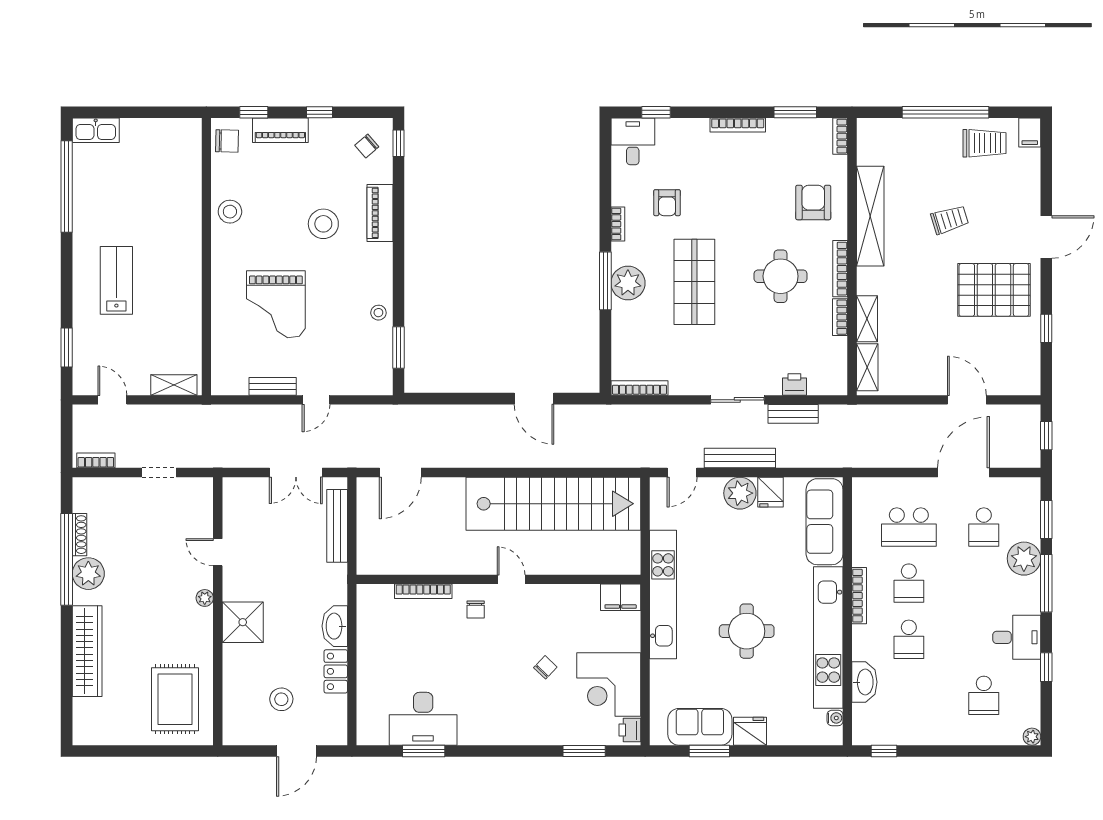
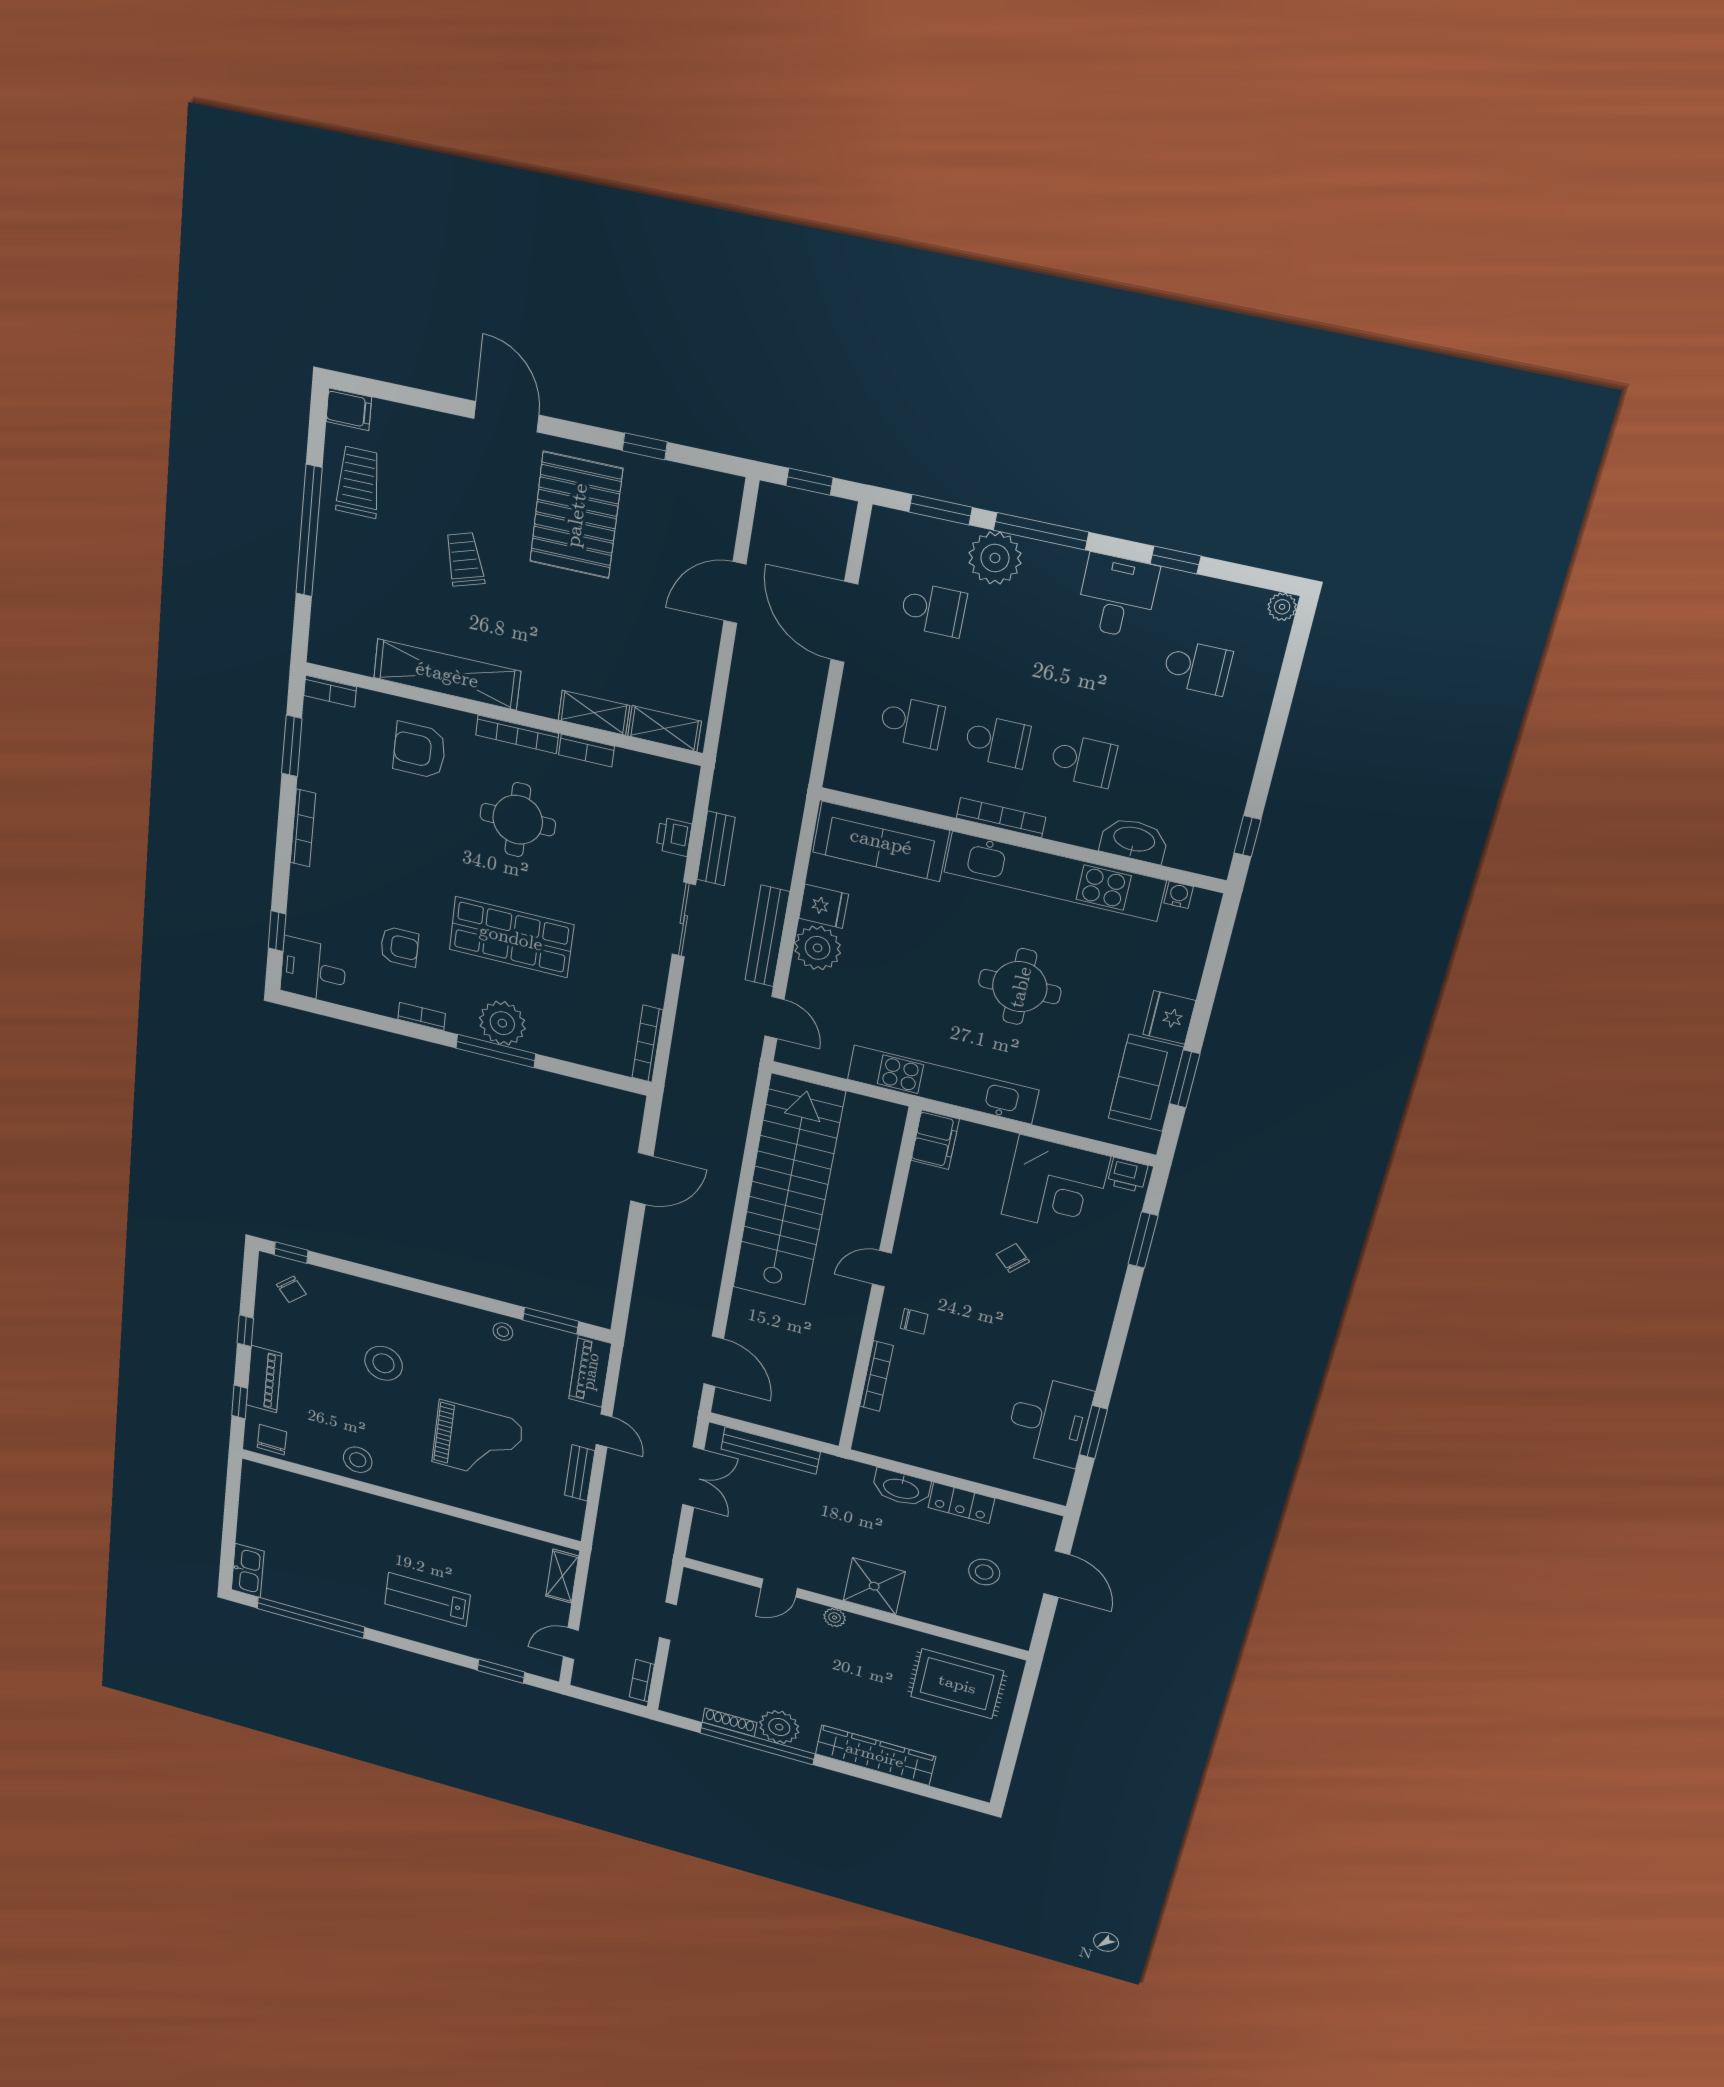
piano: (380, 213) -> (590, 1371), moved, turned 90
school desk: (909, 527) -> (912, 722), width x0.54

